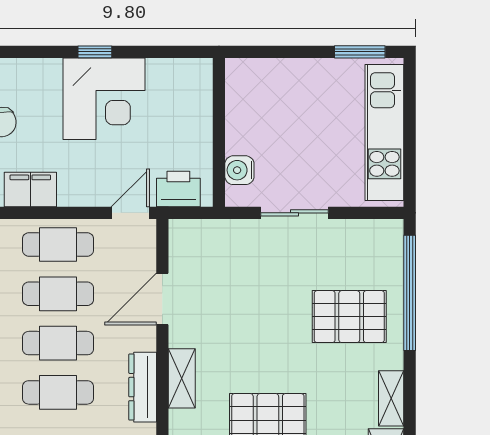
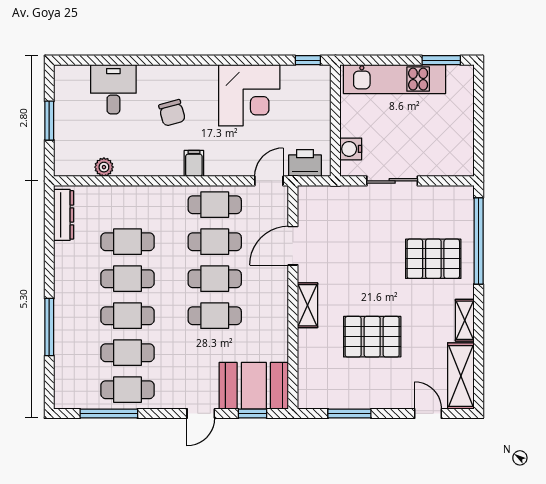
window: (95, 52) -> (308, 60), moved
kitchen unit: (384, 133) -> (395, 79), moved, turned -90
filing cabinet: (30, 190) -> (194, 163), width x0.50
dresser: (143, 387) -> (278, 312), removed

